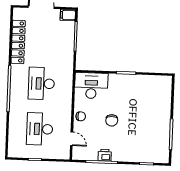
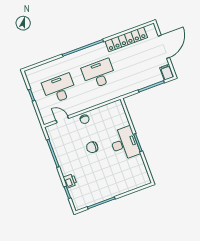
desk: (91, 86) -> (124, 143), moved
door: (72, 139) -> (62, 119), swing flipped
printer: (105, 155) -> (70, 181), moved

